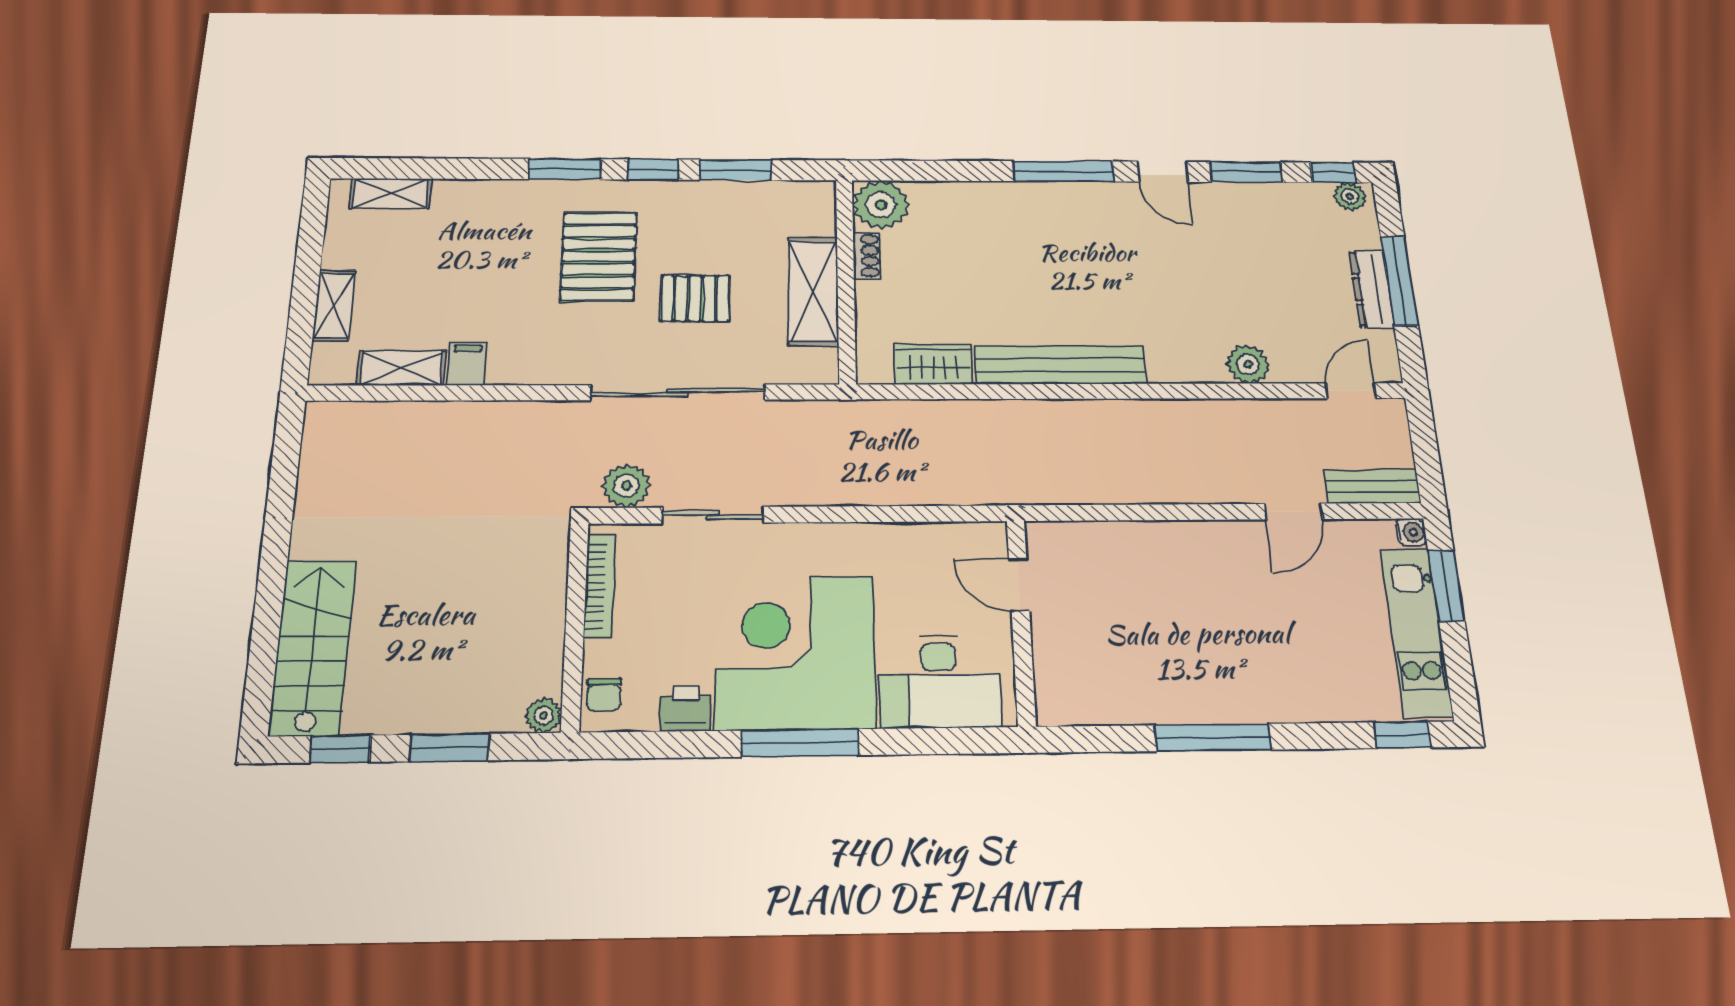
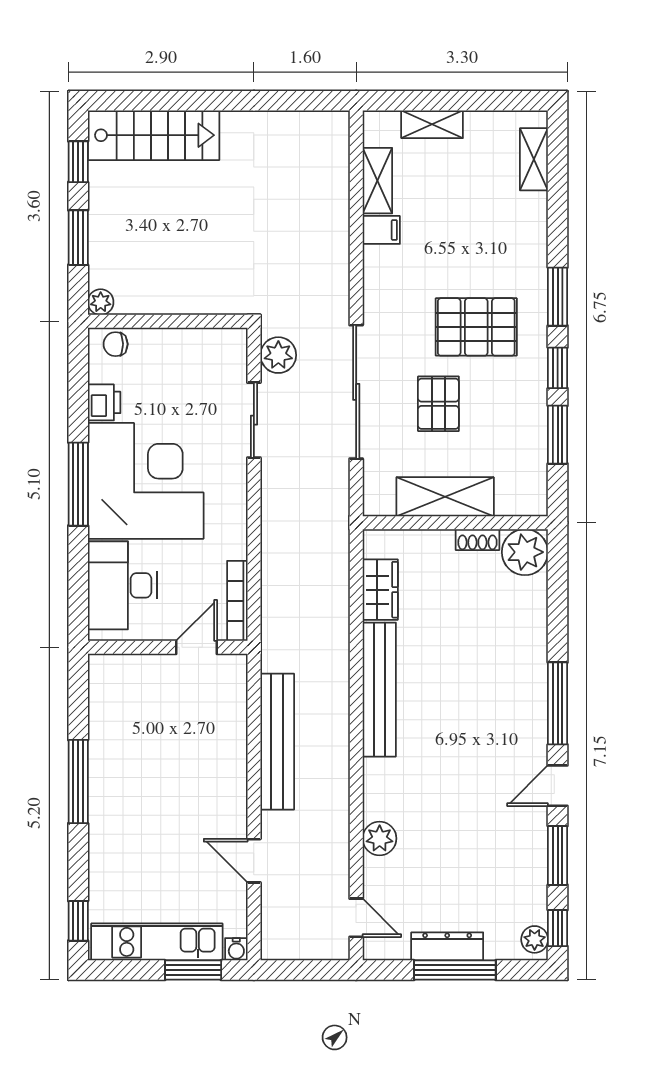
bench: (1372, 487) -> (277, 742), moved, width x1.86, depth x1.21
bookcase: (600, 586) -> (237, 601), moved, turned 90

